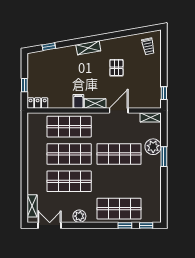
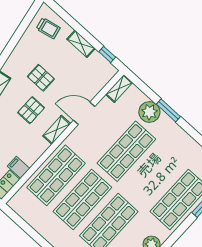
shelving: (156, 73) -> (81, 44), added
pallet: (93, 79) -> (31, 110), added
filing cabinet: (78, 101) -> (19, 167), moved
door: (119, 111) -> (84, 113), hinge flipped

